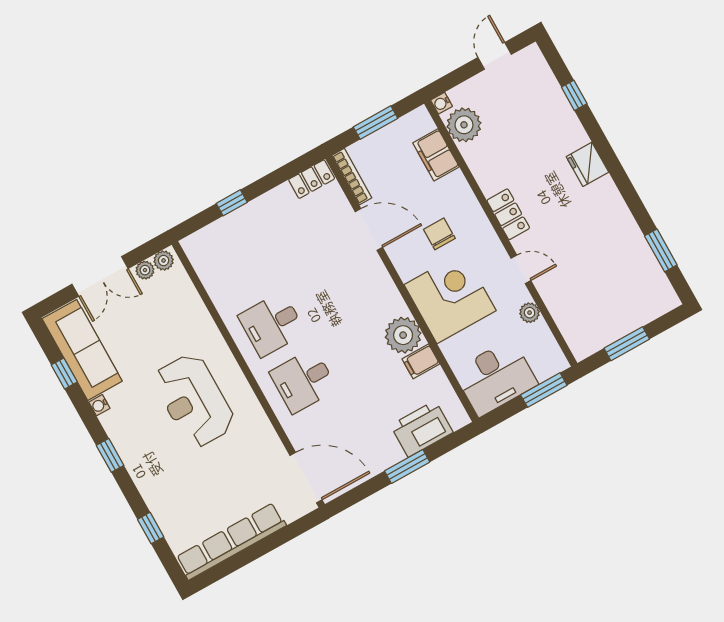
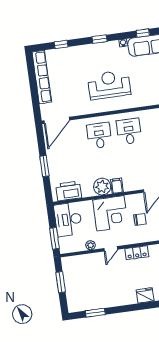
filing cabinet: (421, 361) -> (117, 186), moved
printer: (422, 429) -> (69, 191), moved, turned -90

